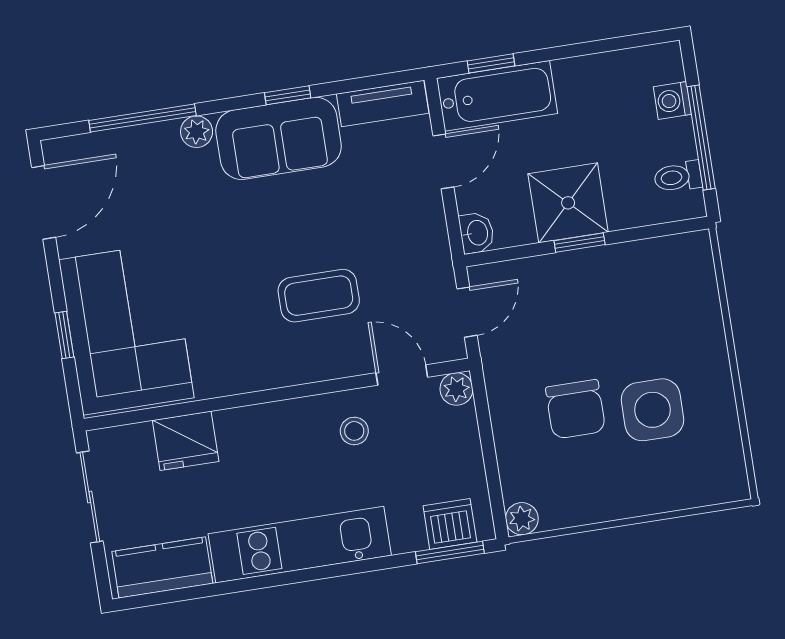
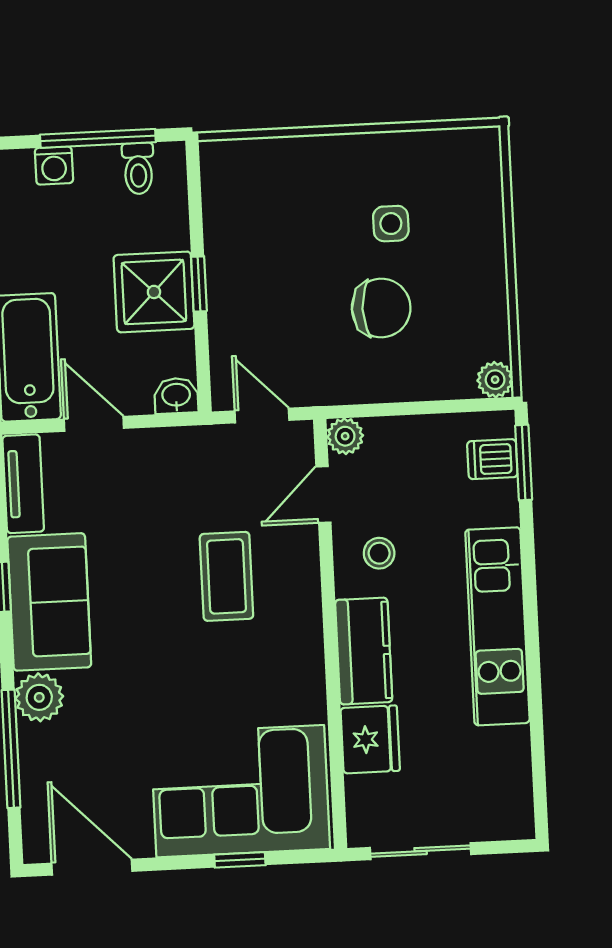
plant: (197, 132) -> (39, 697), width x1.38, depth x1.38
side table: (652, 410) -> (391, 224), width x0.54, depth x0.54
dishwasher: (450, 524) -> (492, 459), width x0.73
kitchen counter: (162, 567) -> (364, 651), moved, turned 180

